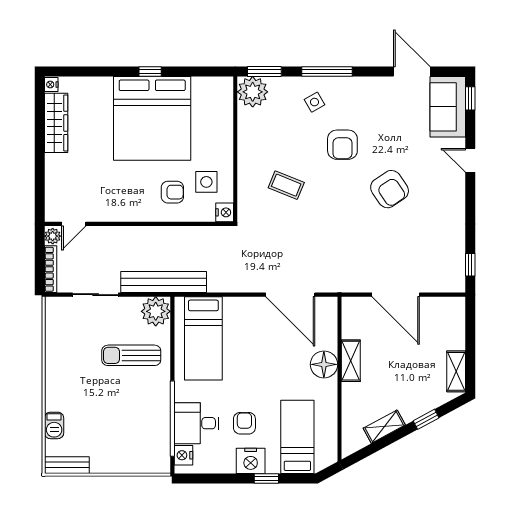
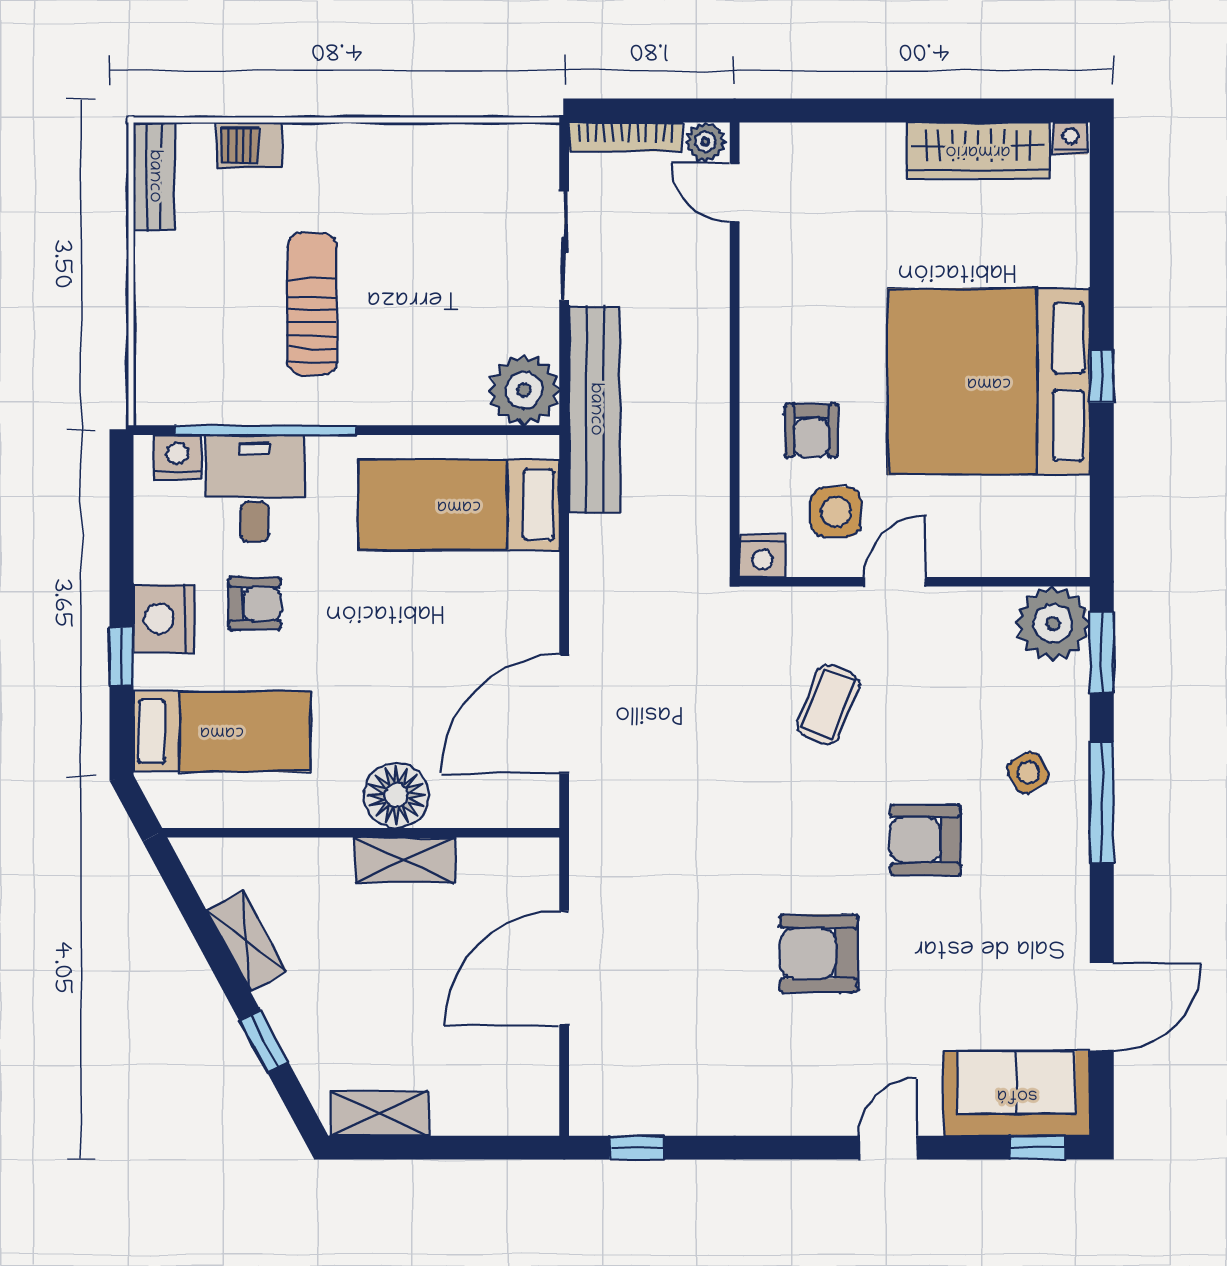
door: (235, 157) -> (895, 582), added
armchair: (390, 189) -> (819, 953), turned 34
sun lounger: (131, 355) -> (312, 304), moved

